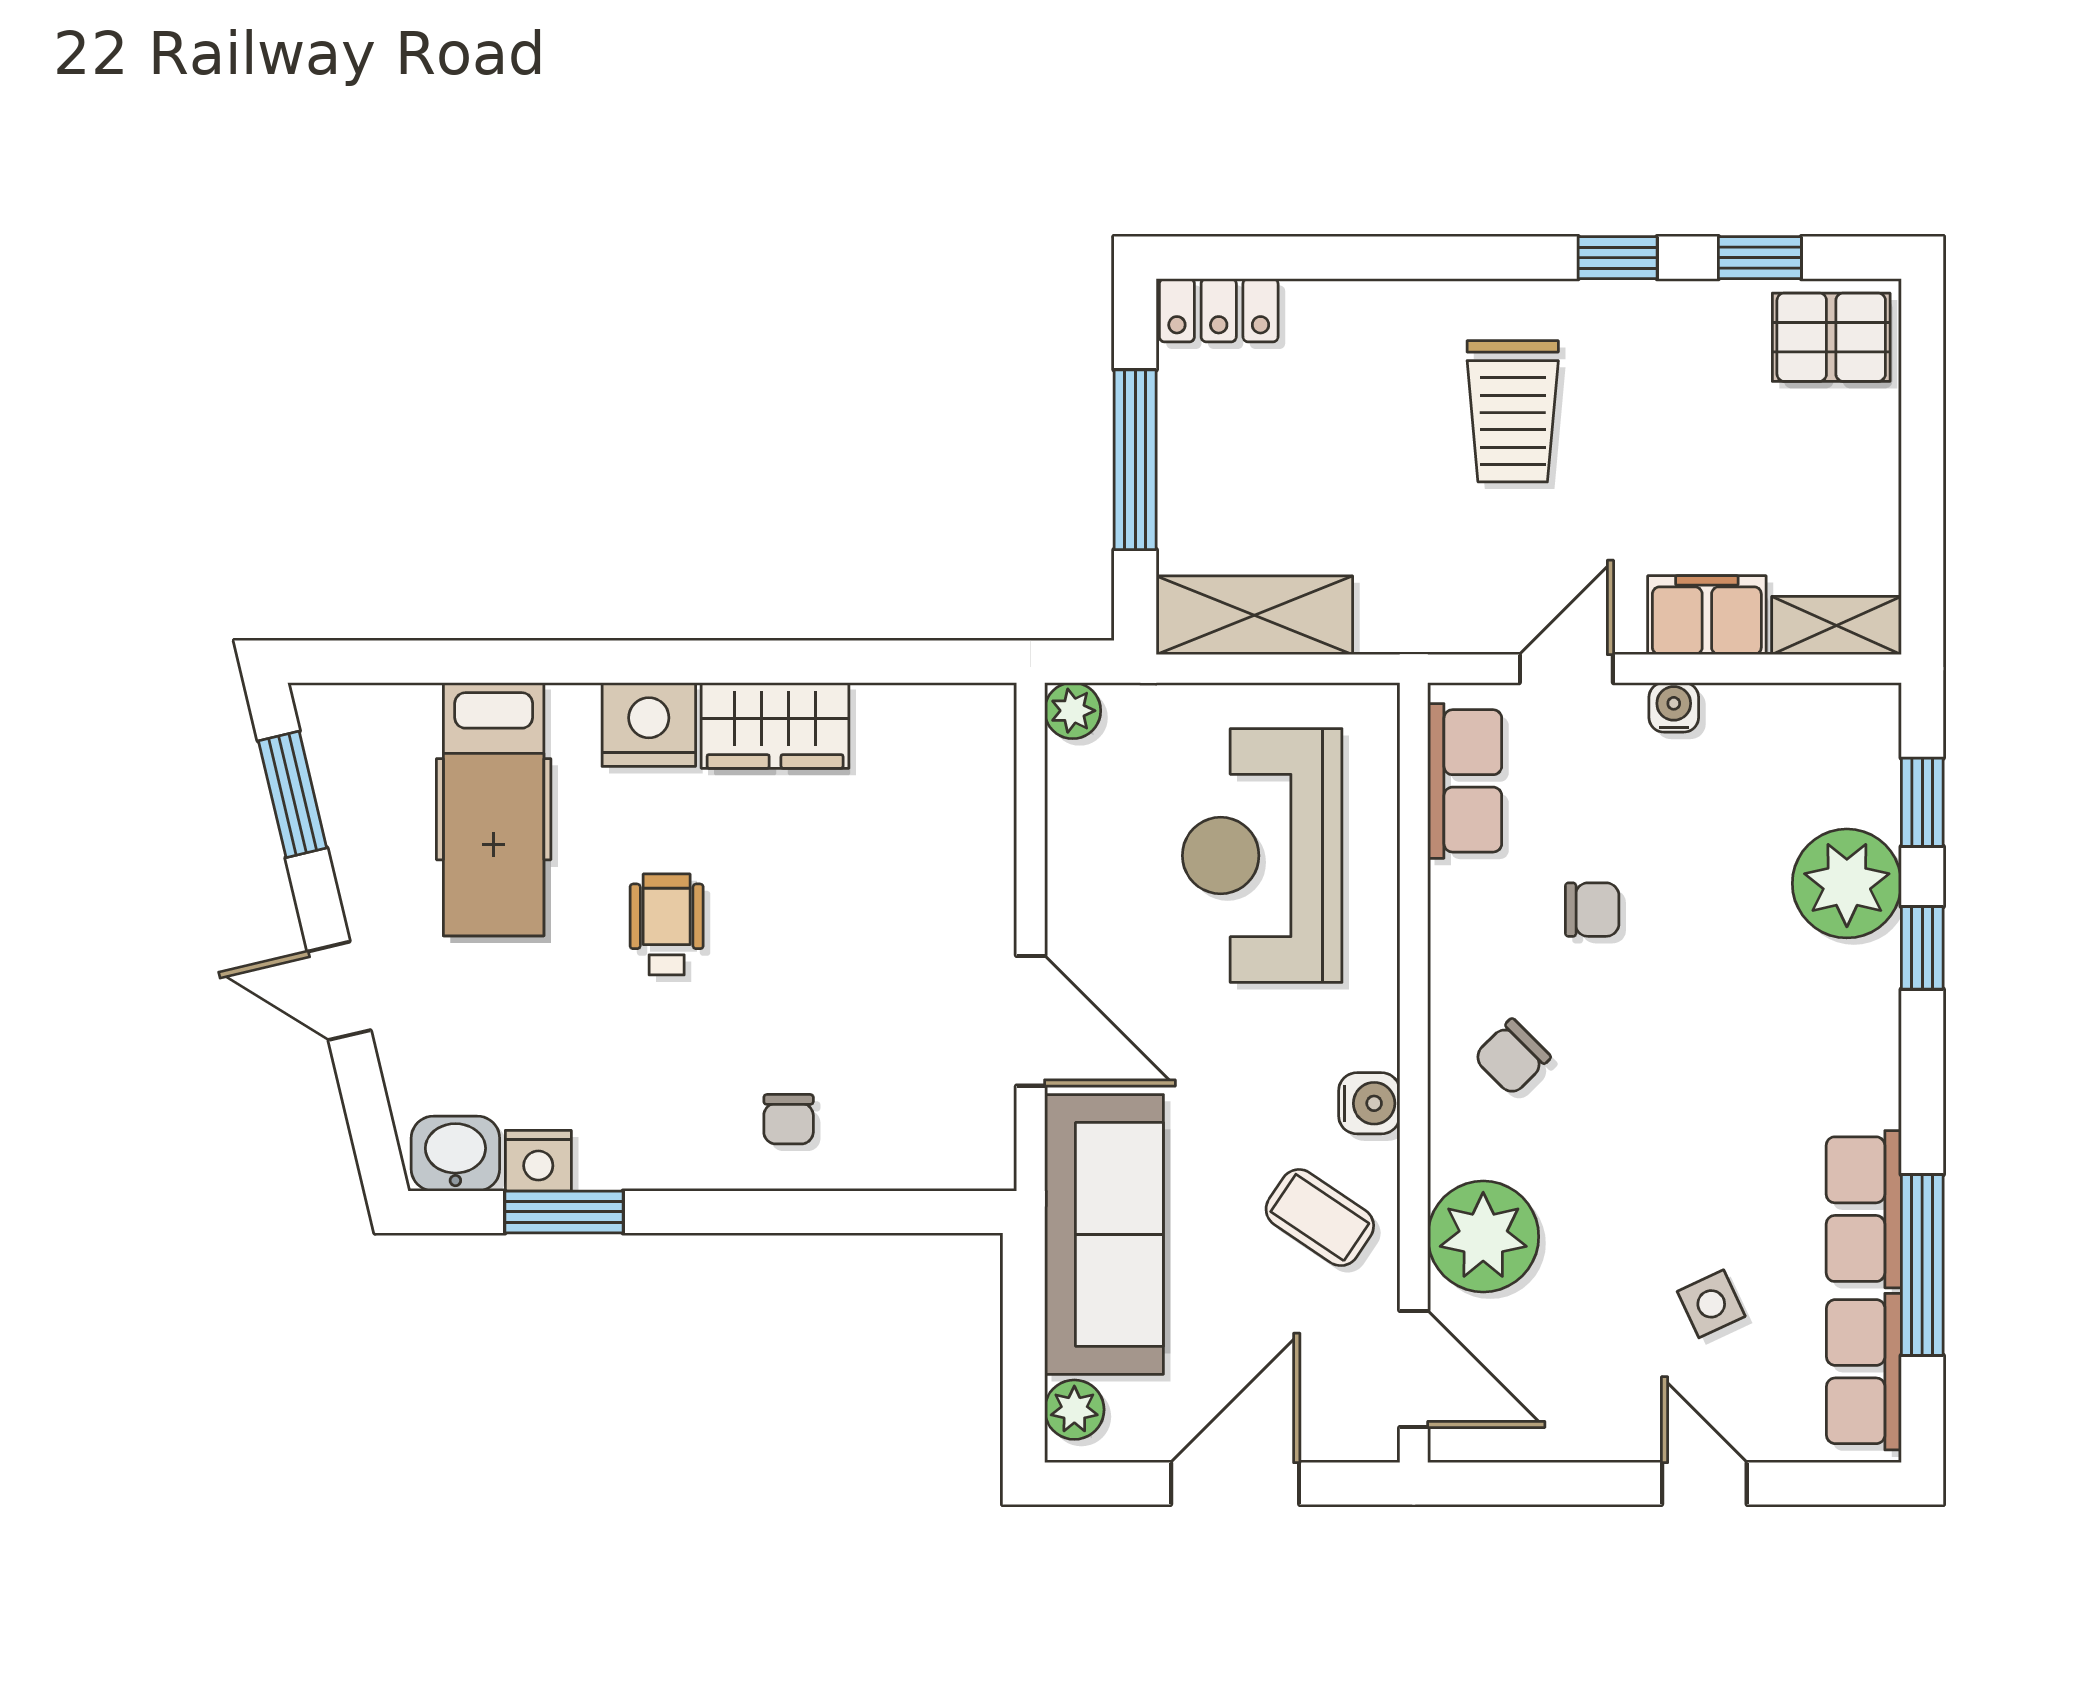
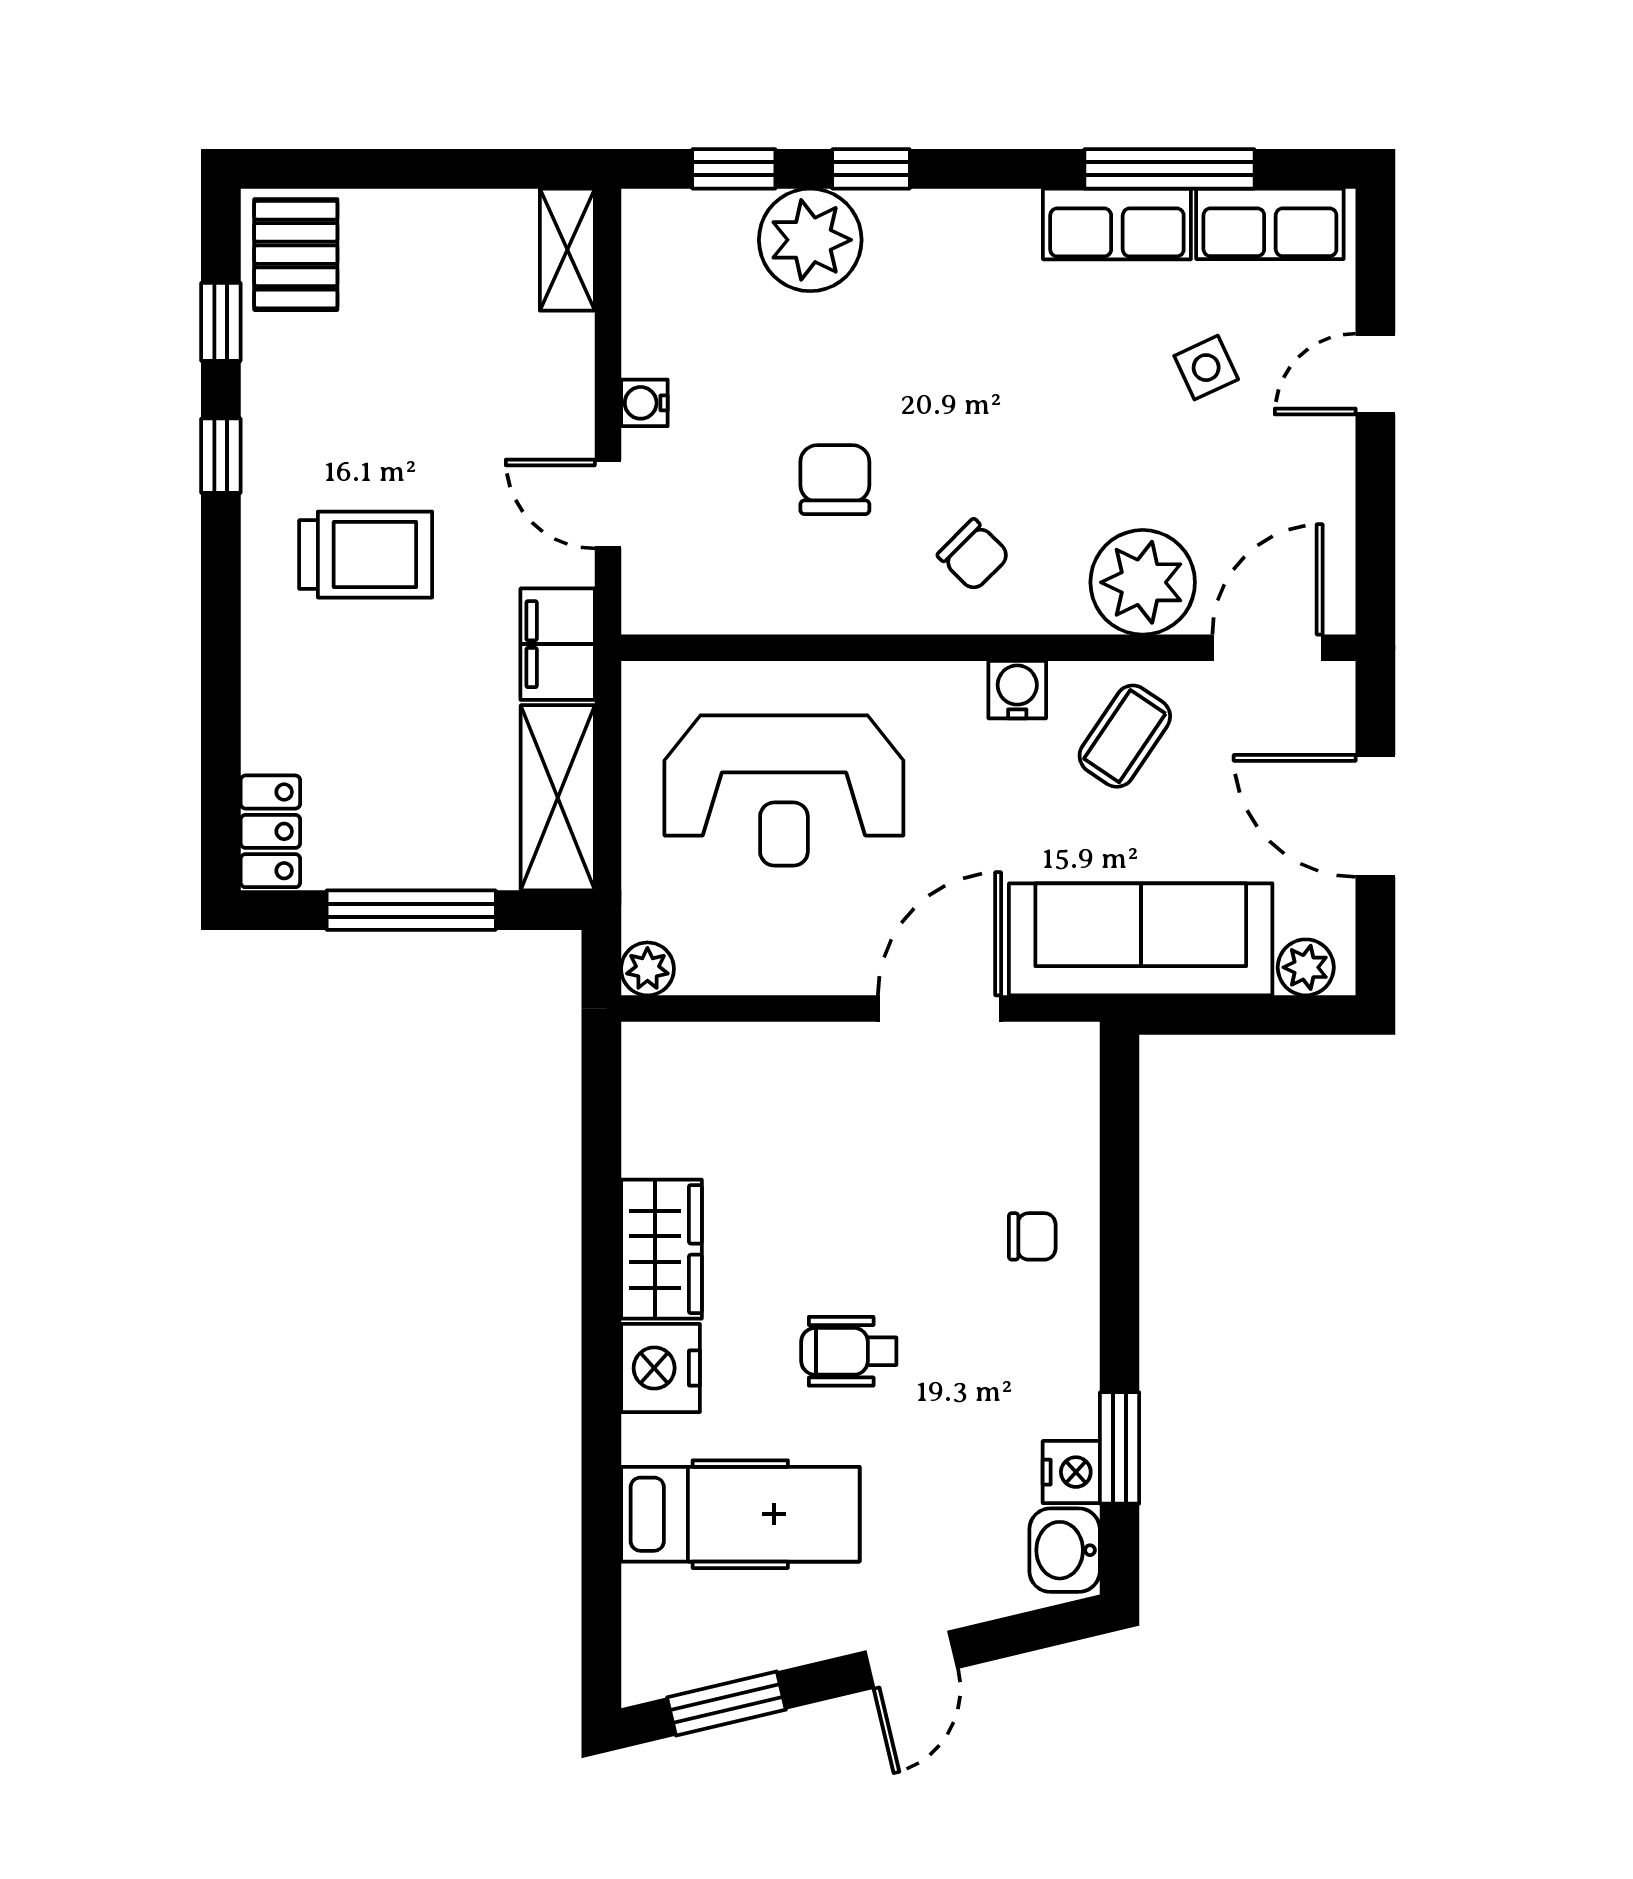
filing cabinet: (1707, 615) -> (558, 644), moved
row of seats: (1465, 781) -> (714, 600), removed
chair: (1592, 910) -> (835, 480), width x1.37, depth x1.37

